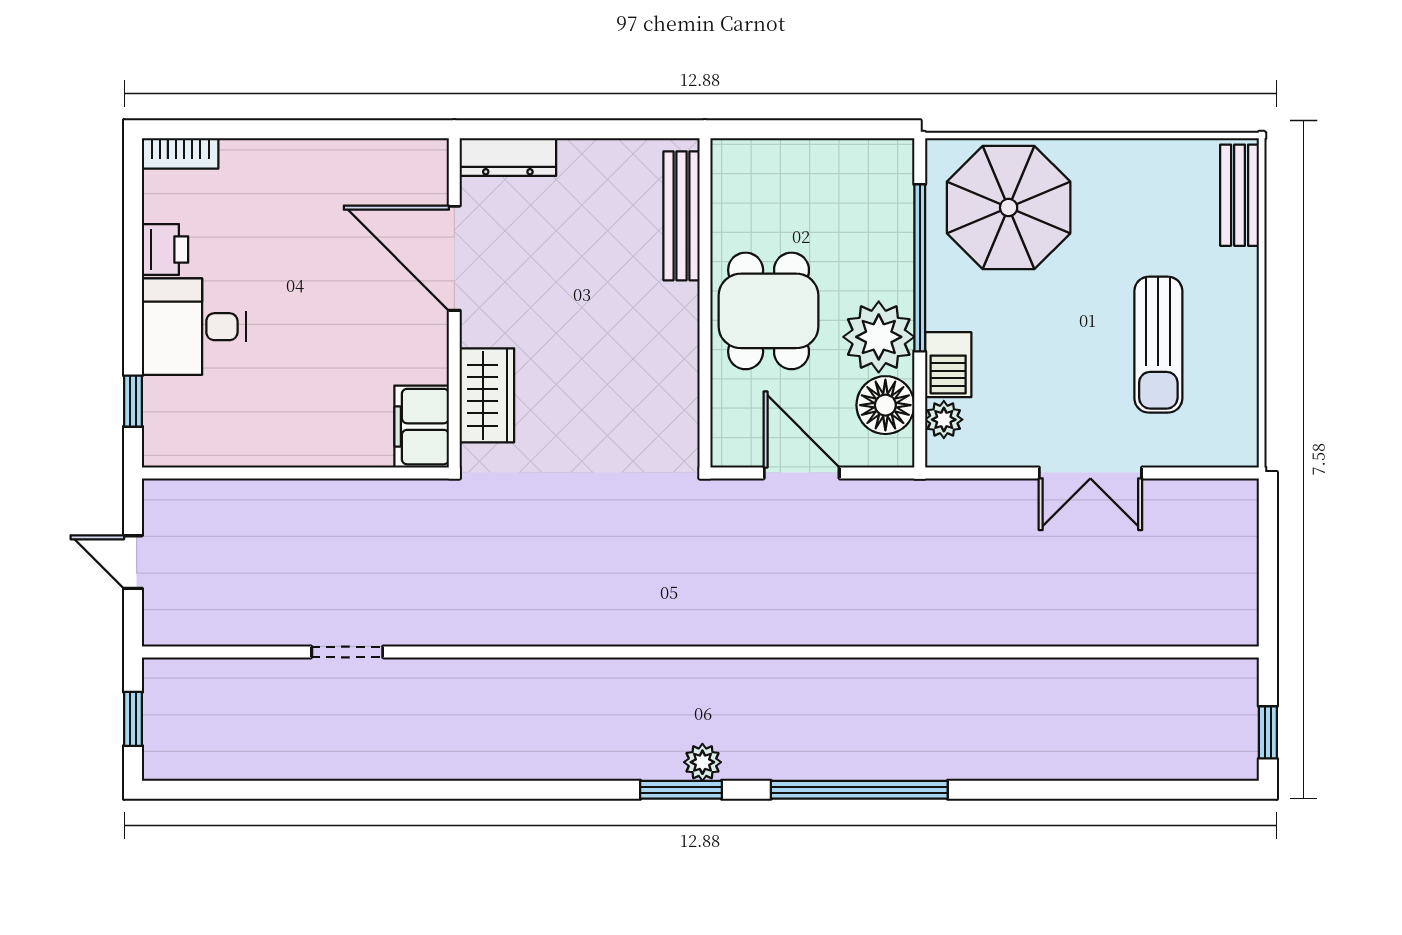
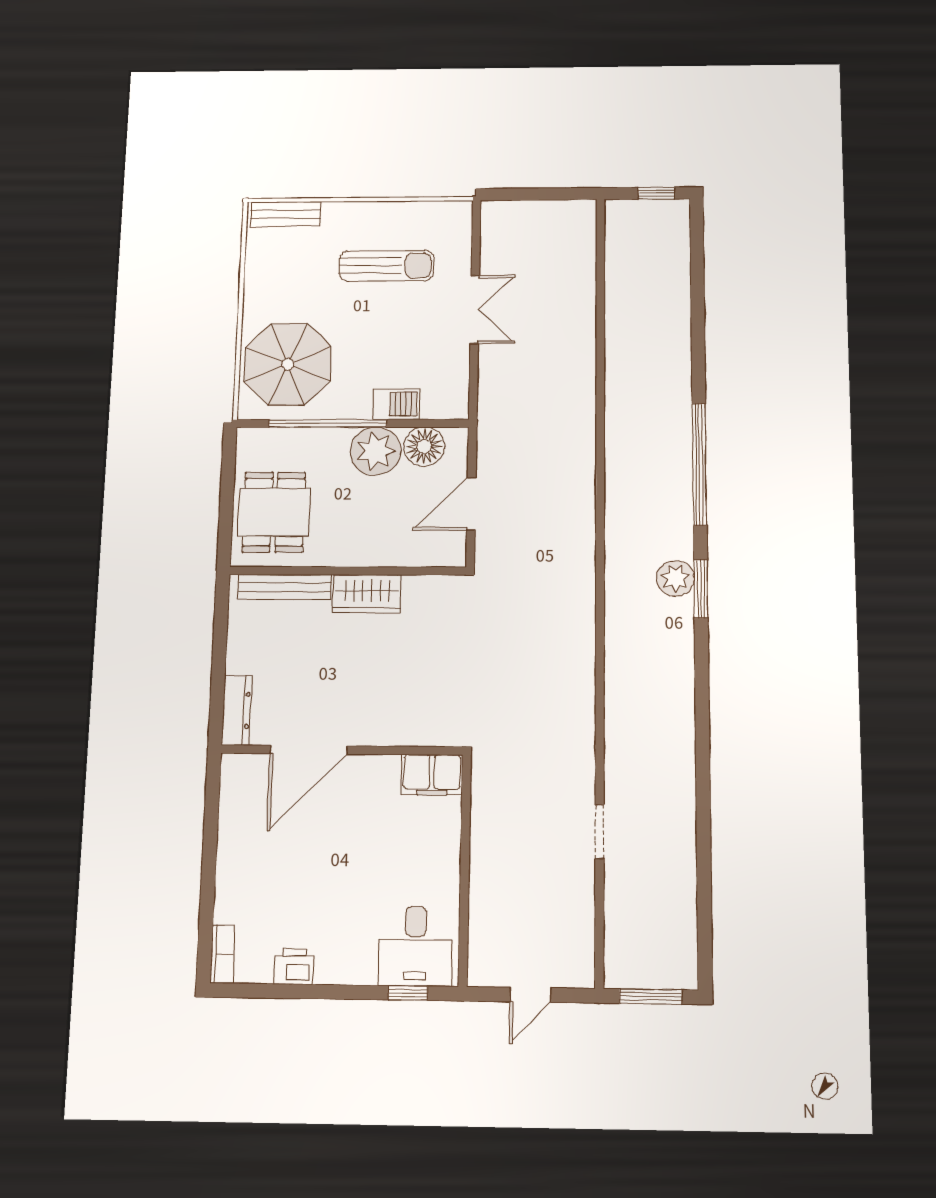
dining table: (769, 311) -> (274, 512), moved, turned 90
desk: (194, 327) -> (415, 946), moved
wardrobe: (487, 395) -> (367, 594), moved, turned 180
plant: (944, 420) -> (435, 407), removed
window: (133, 719) -> (651, 997), width x1.50
plant: (702, 762) -> (675, 578), width x1.38, depth x1.38

